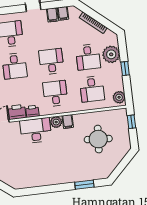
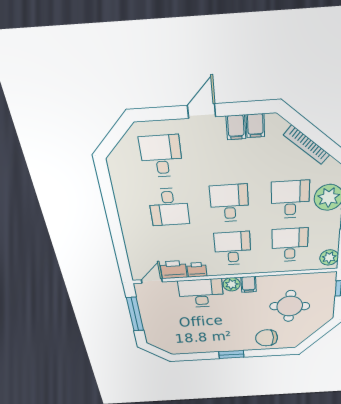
desk: (88, 57) -> (290, 200), turned 180
desk: (92, 89) -> (290, 245), turned 180
chair: (85, 170) -> (267, 338), added
window: (84, 185) -> (231, 354), moved

